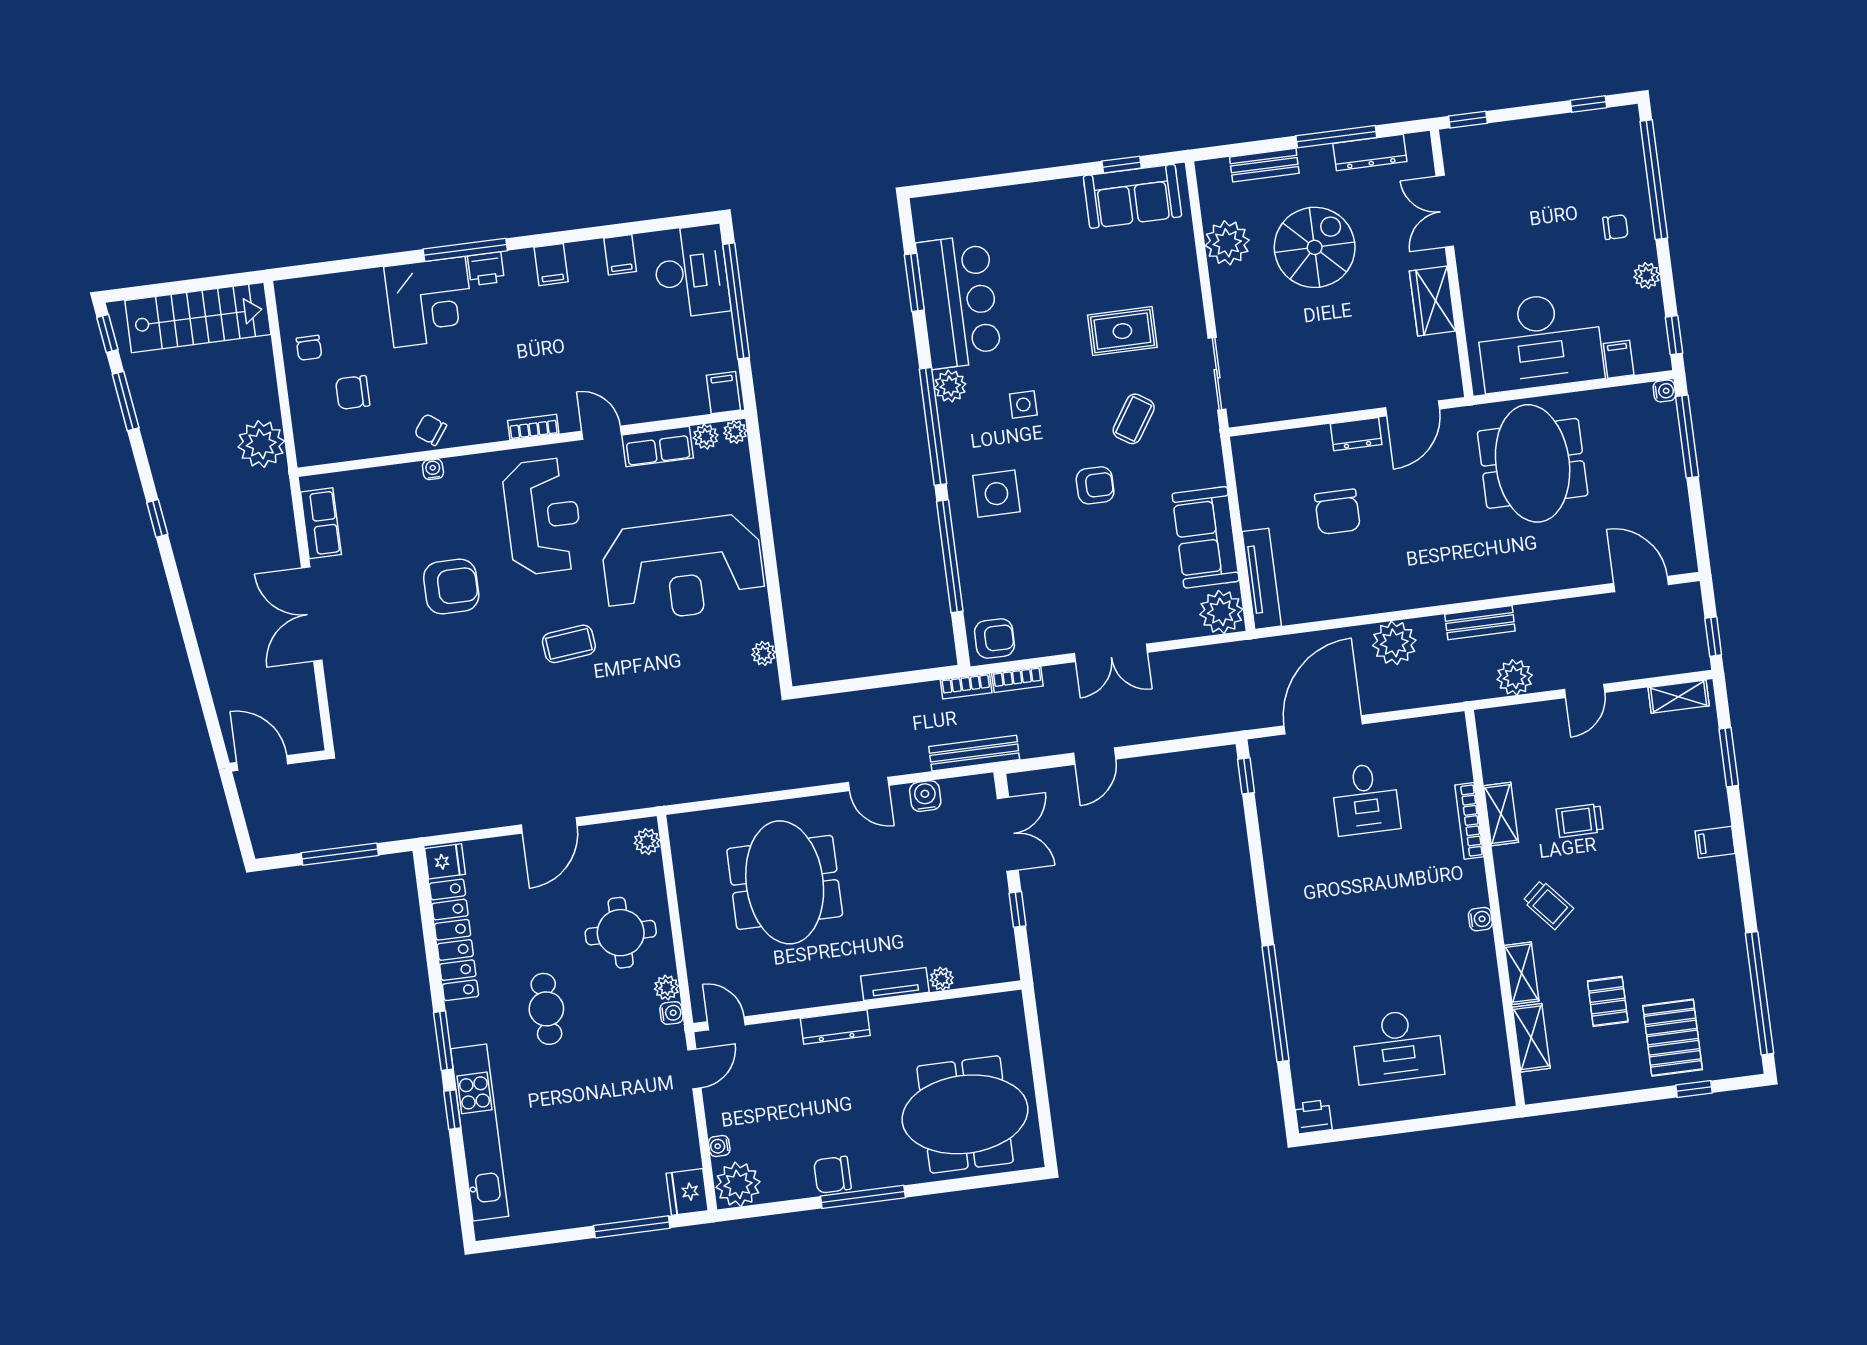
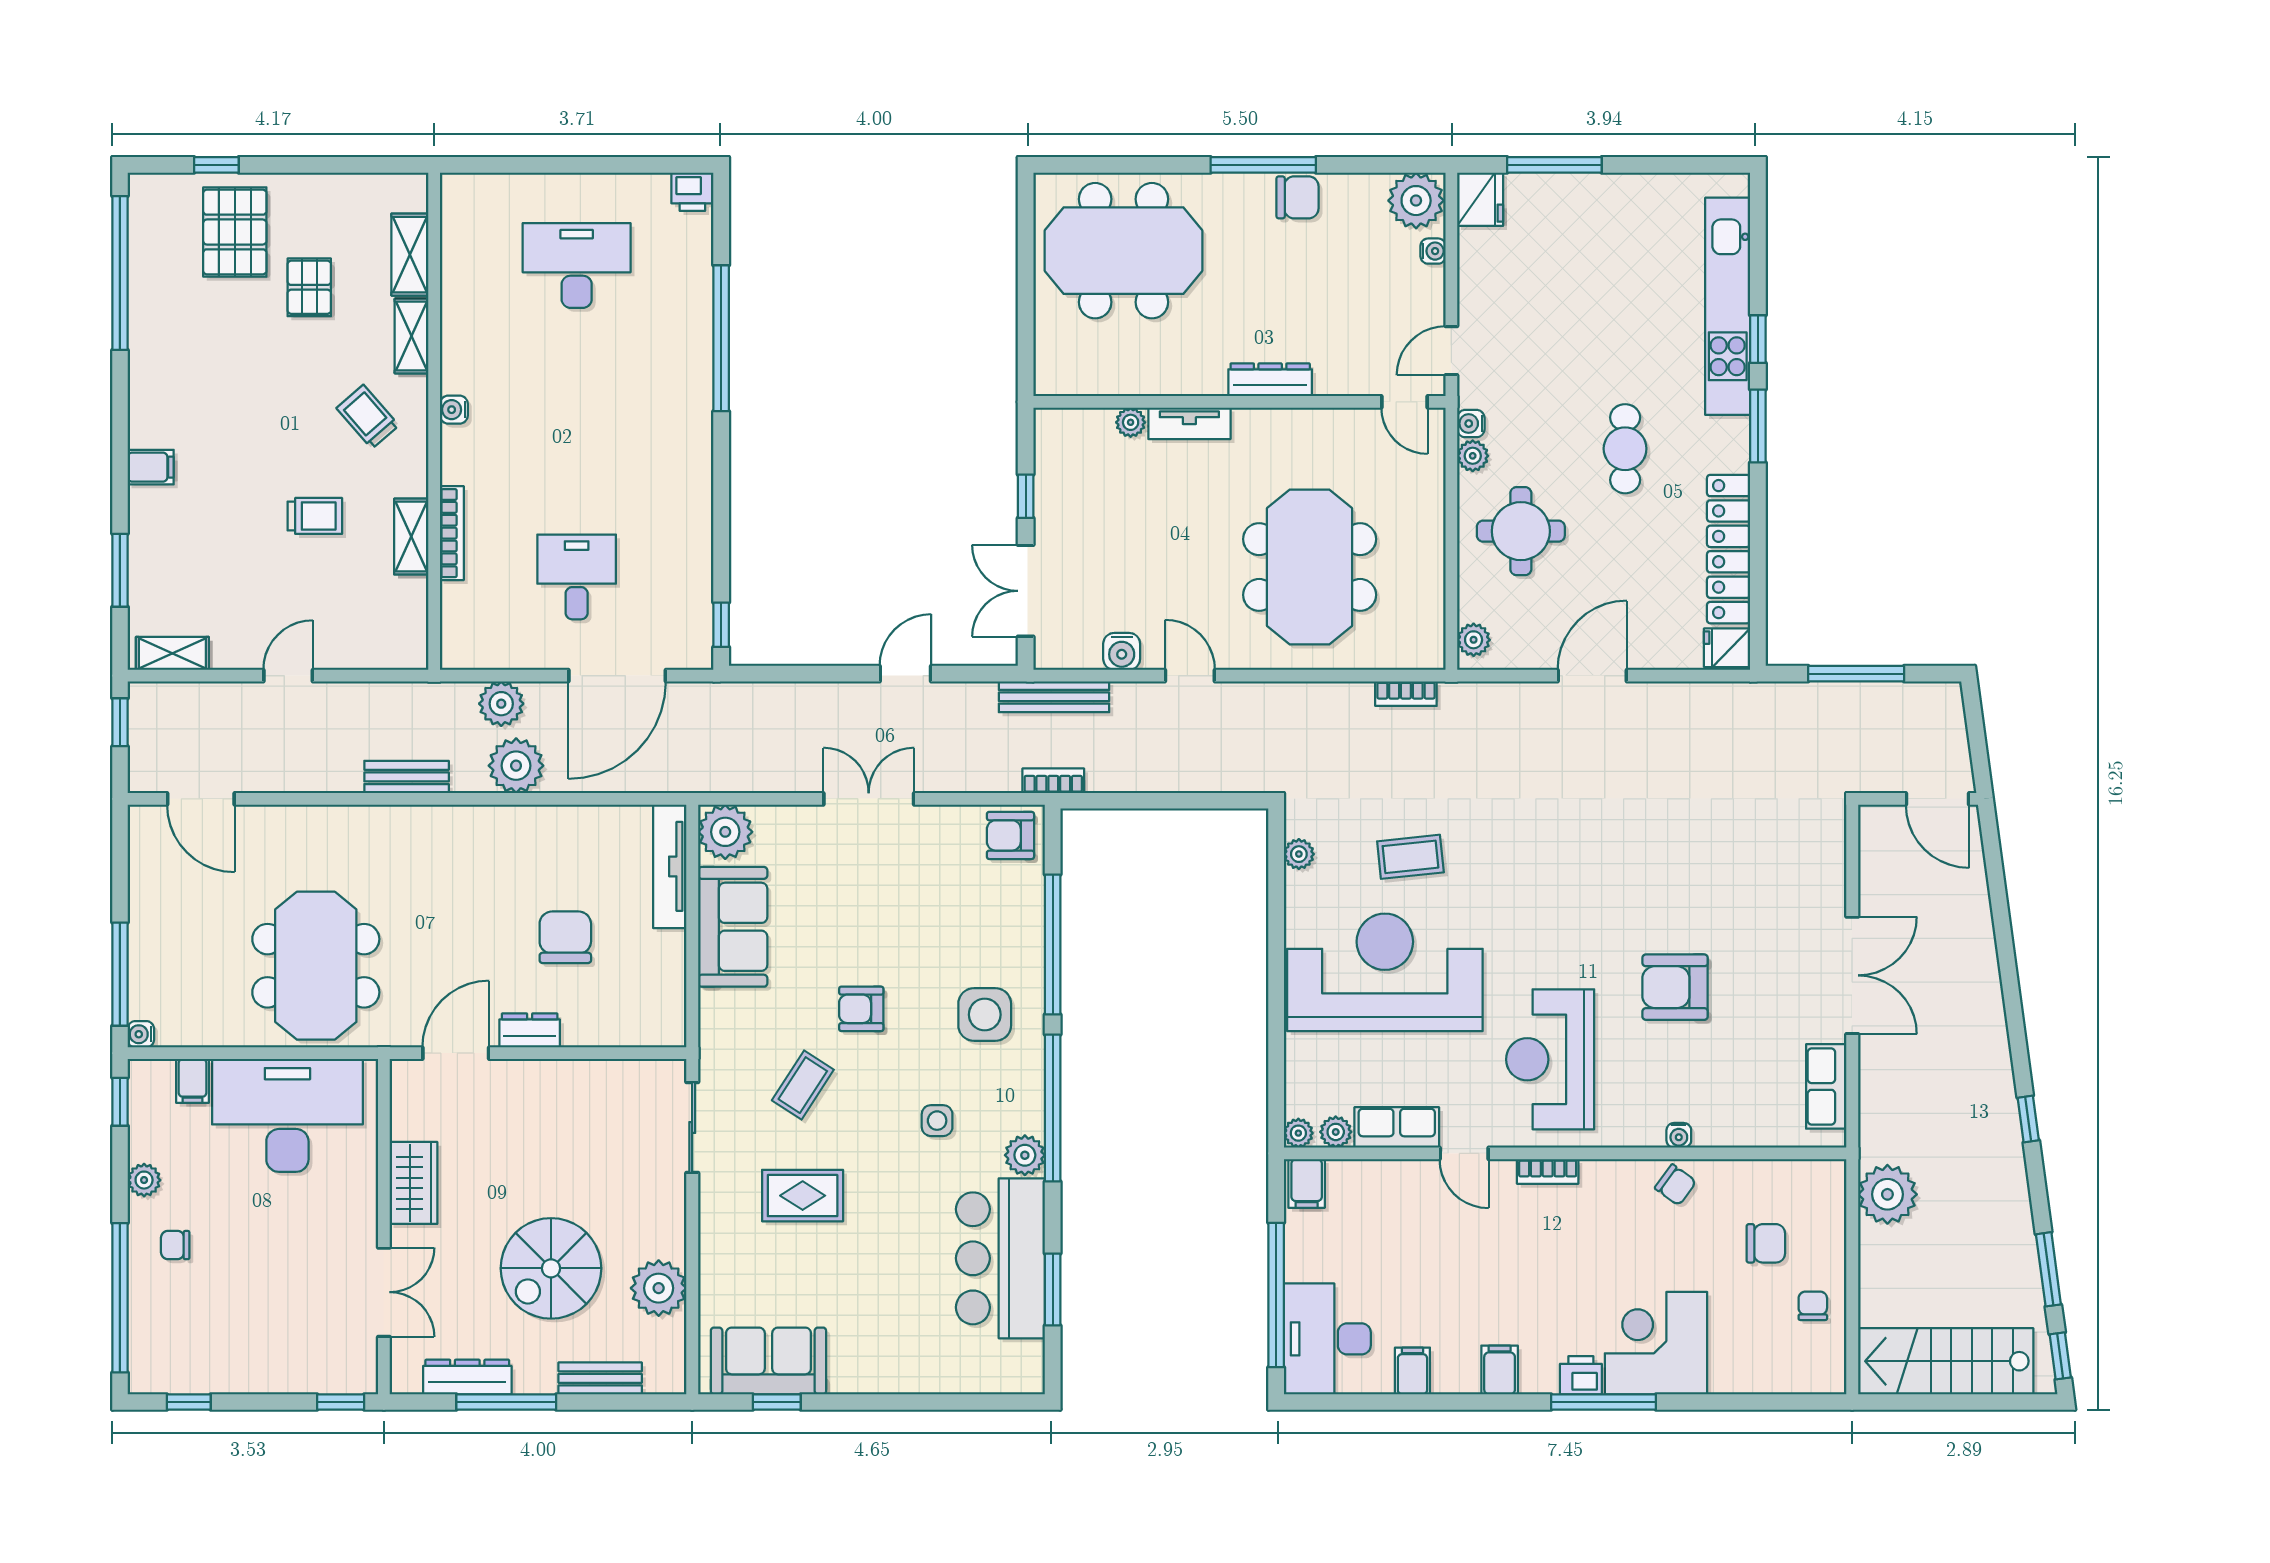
coffee table: (569, 644) -> (1410, 857), moved
plant: (1515, 677) -> (501, 704), moved
bookcase: (1017, 680) -> (1406, 694), moved, turned 180

